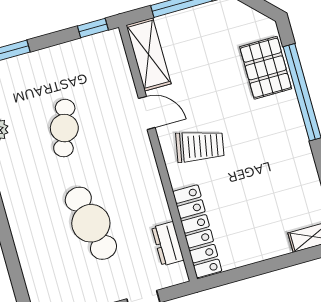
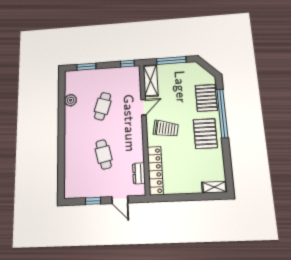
door: (147, 113) -> (143, 107), hinge flipped
pallet: (277, 139) -> (205, 134), added
cafe table: (91, 223) -> (104, 154), width x0.73, depth x0.74

